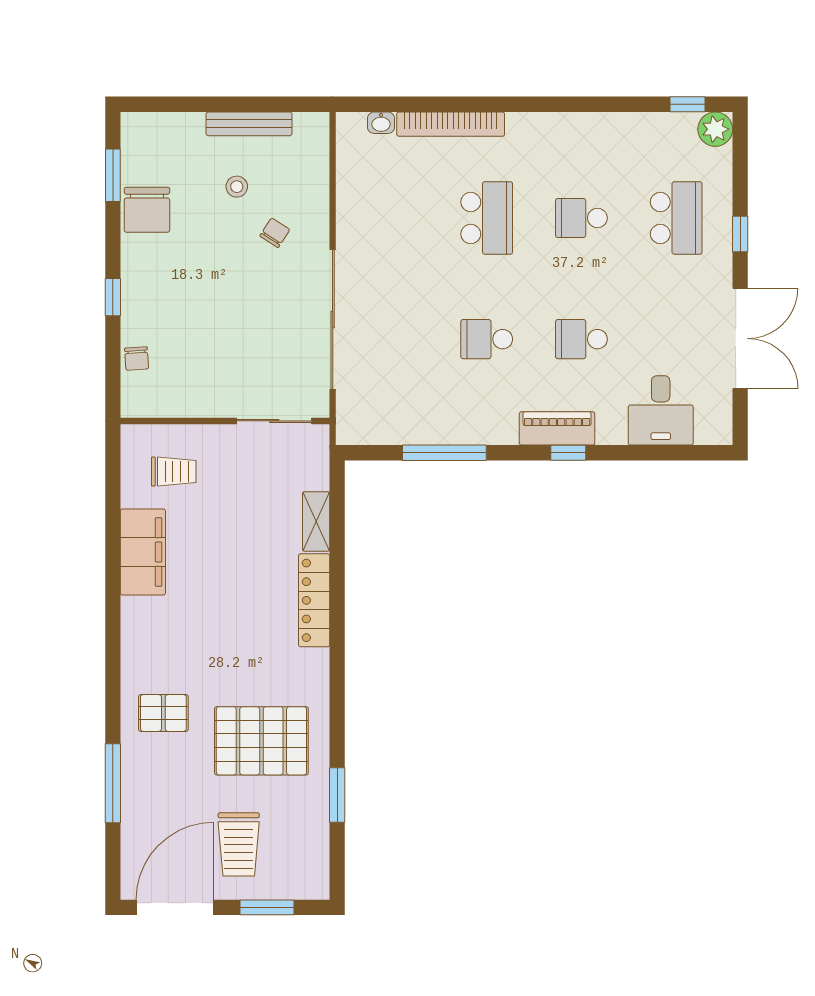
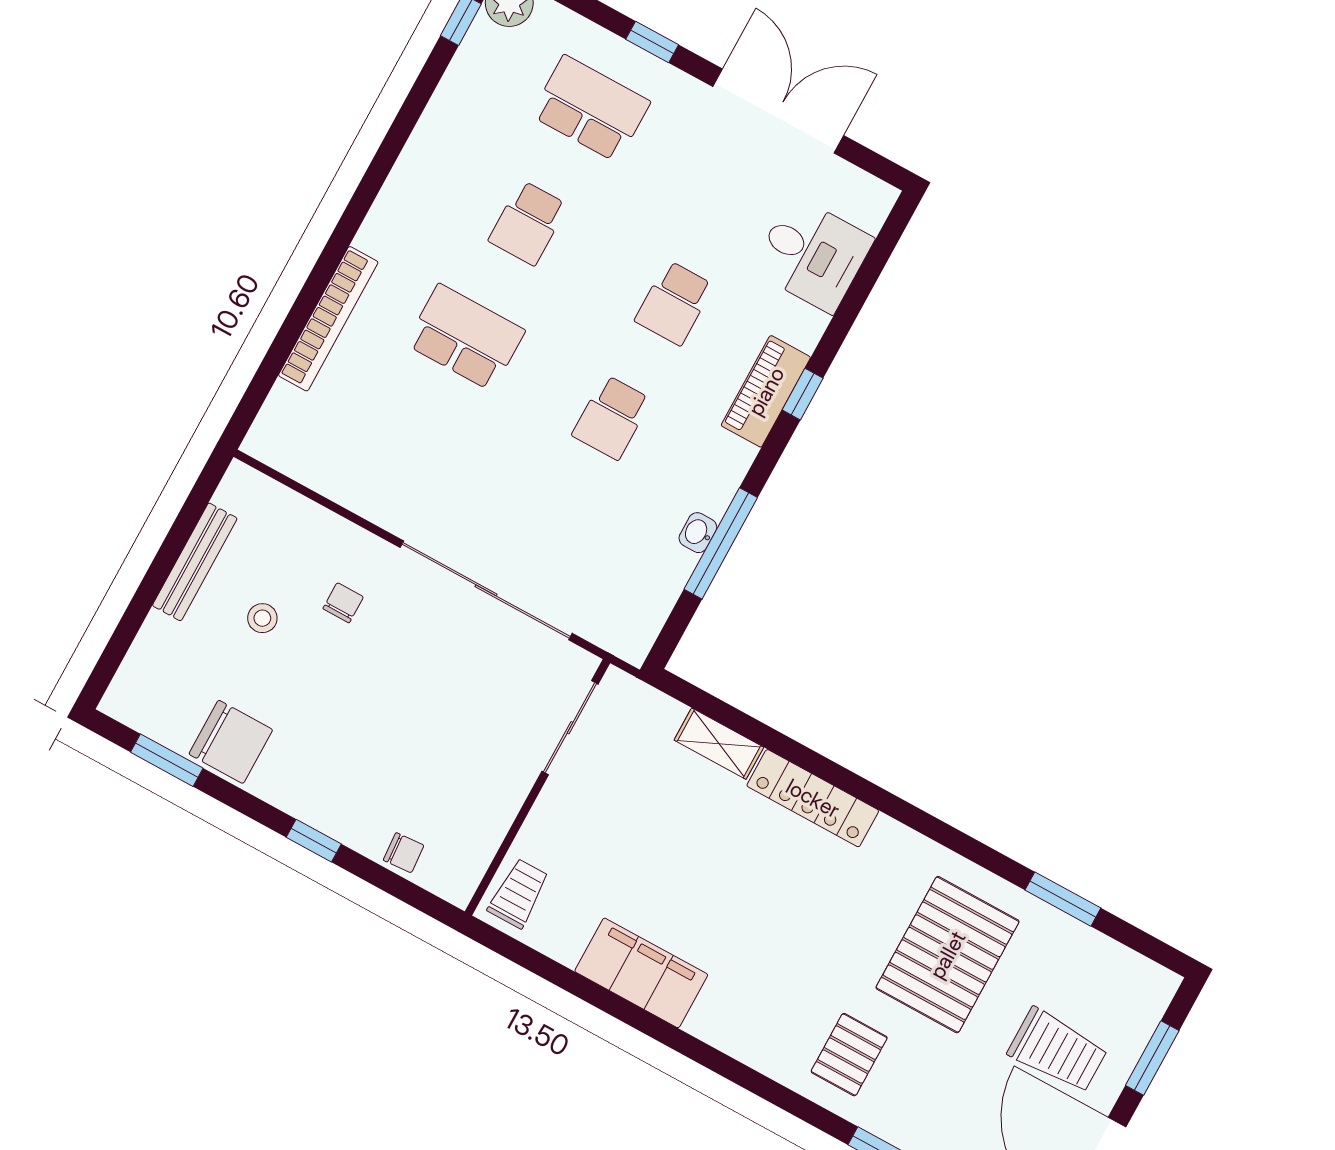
washbasin: (381, 123) -> (698, 533), moved, turned 180
chair: (275, 233) -> (343, 603), turned 57
trolley: (174, 472) -> (518, 893), moved

